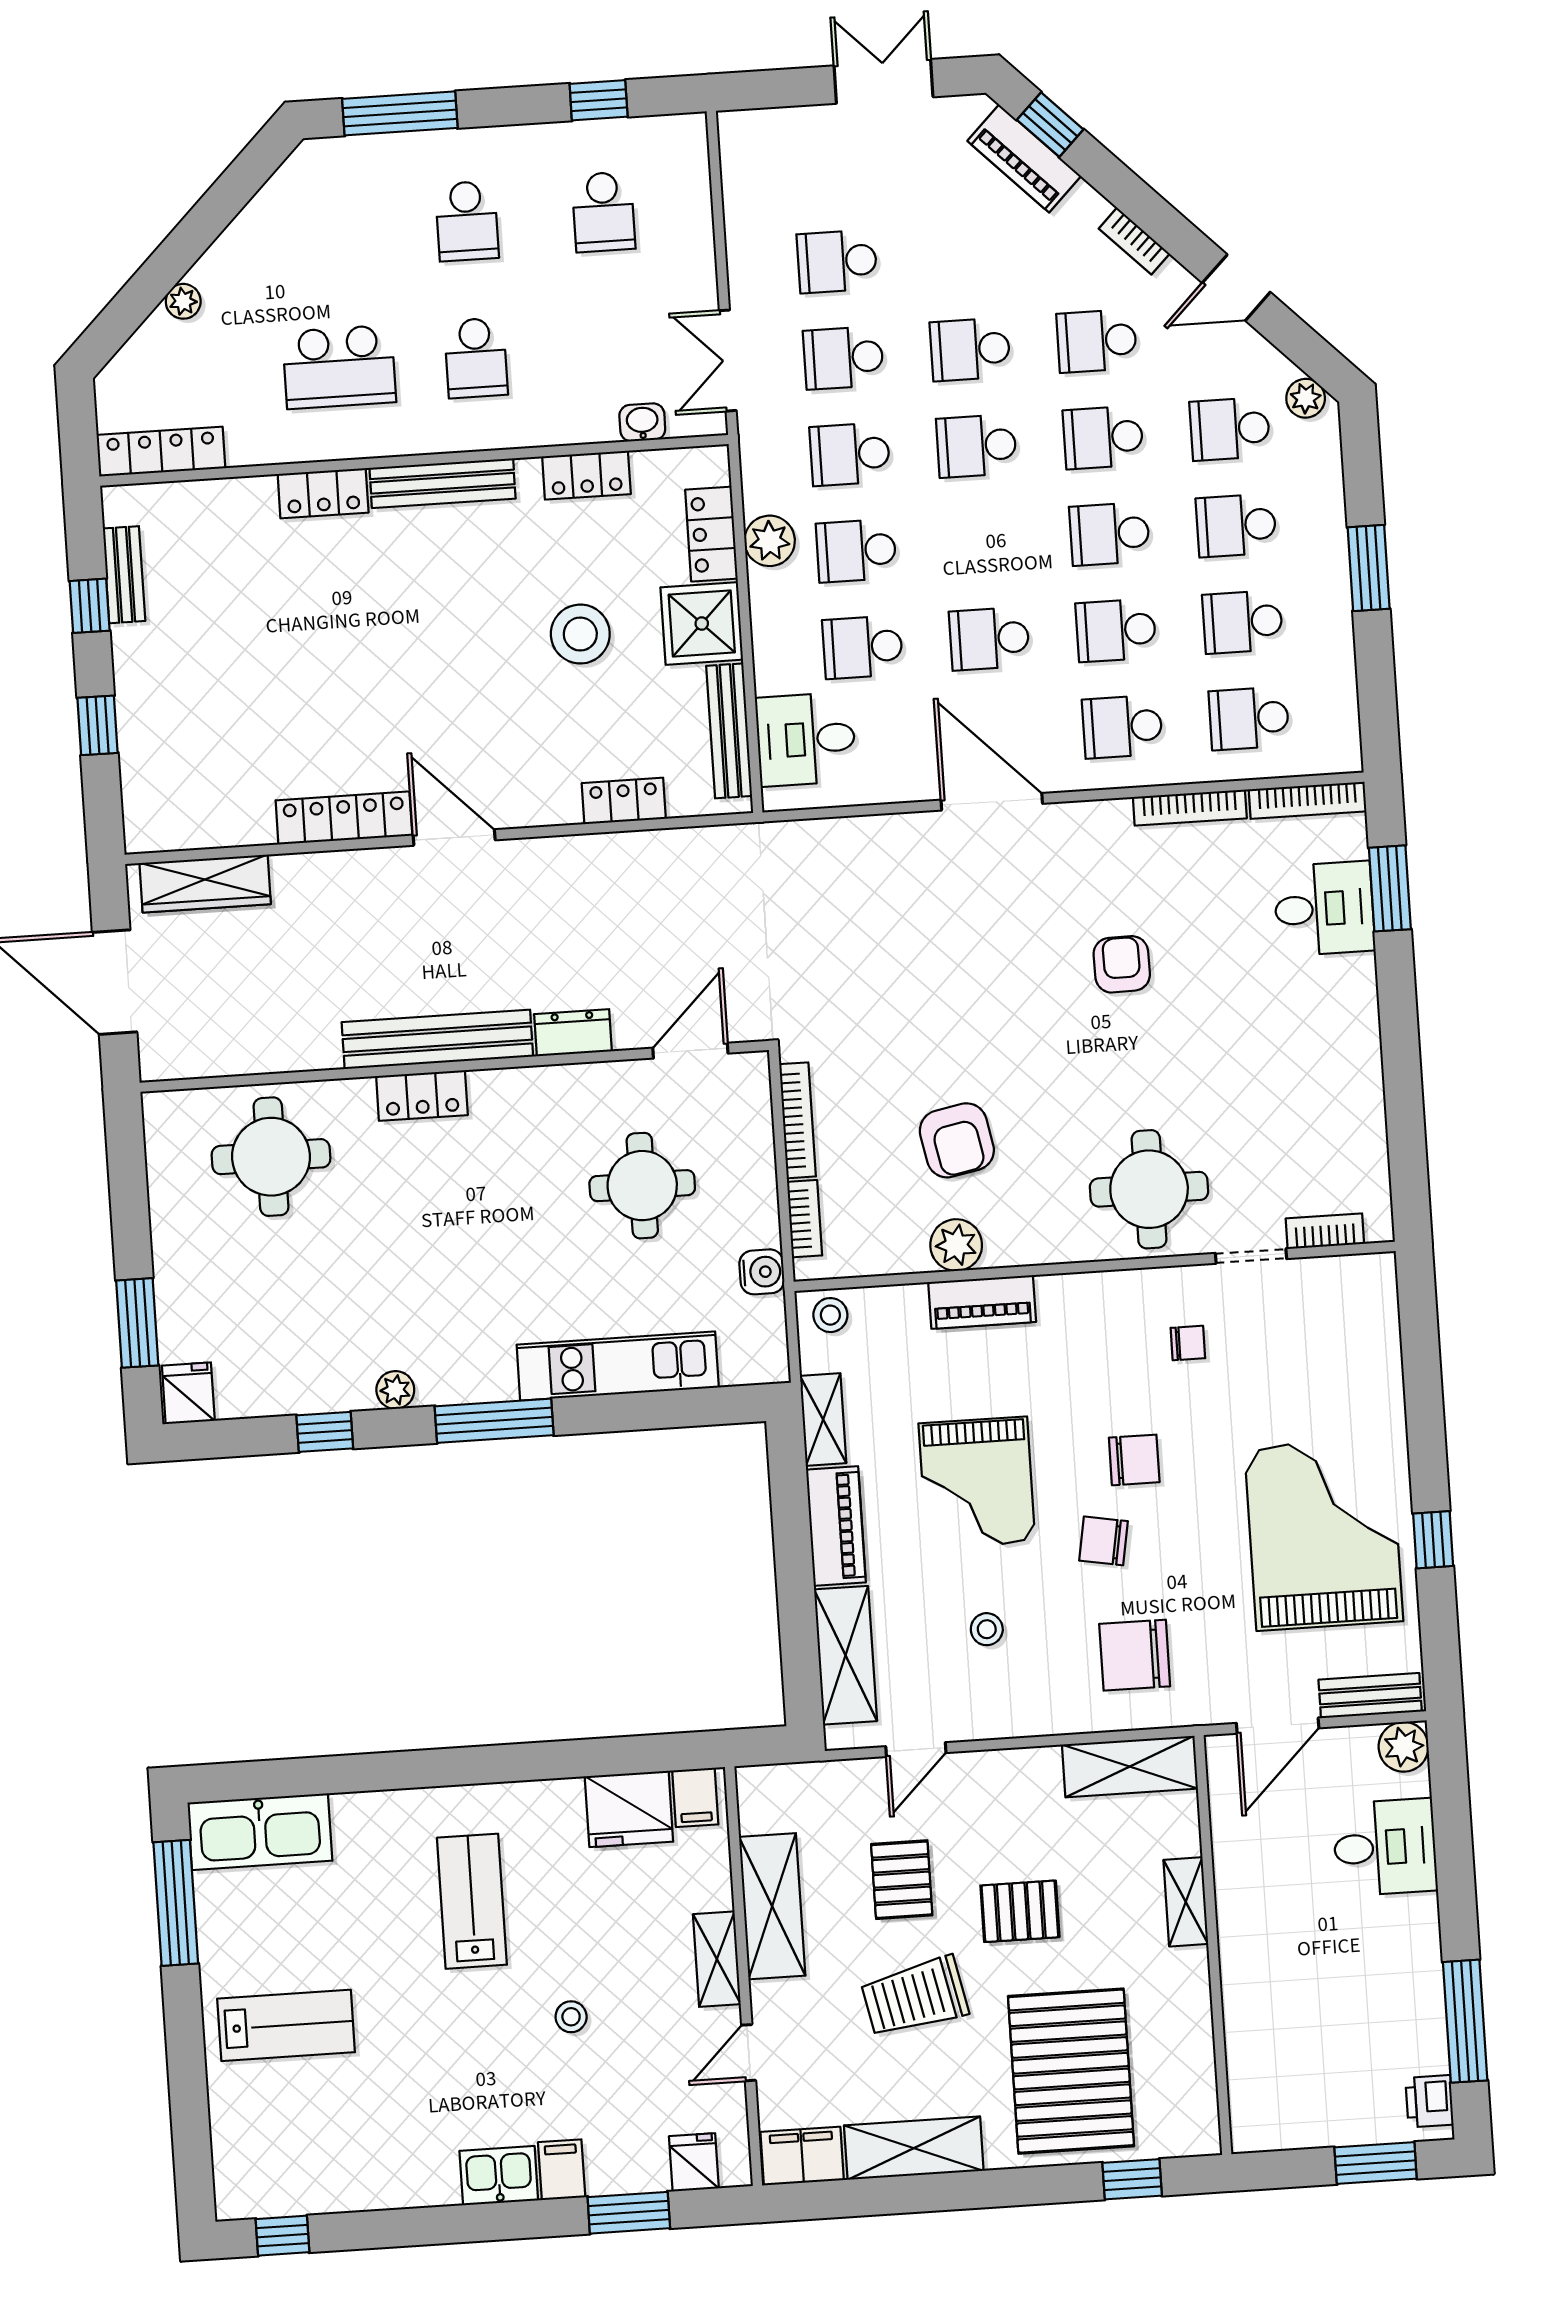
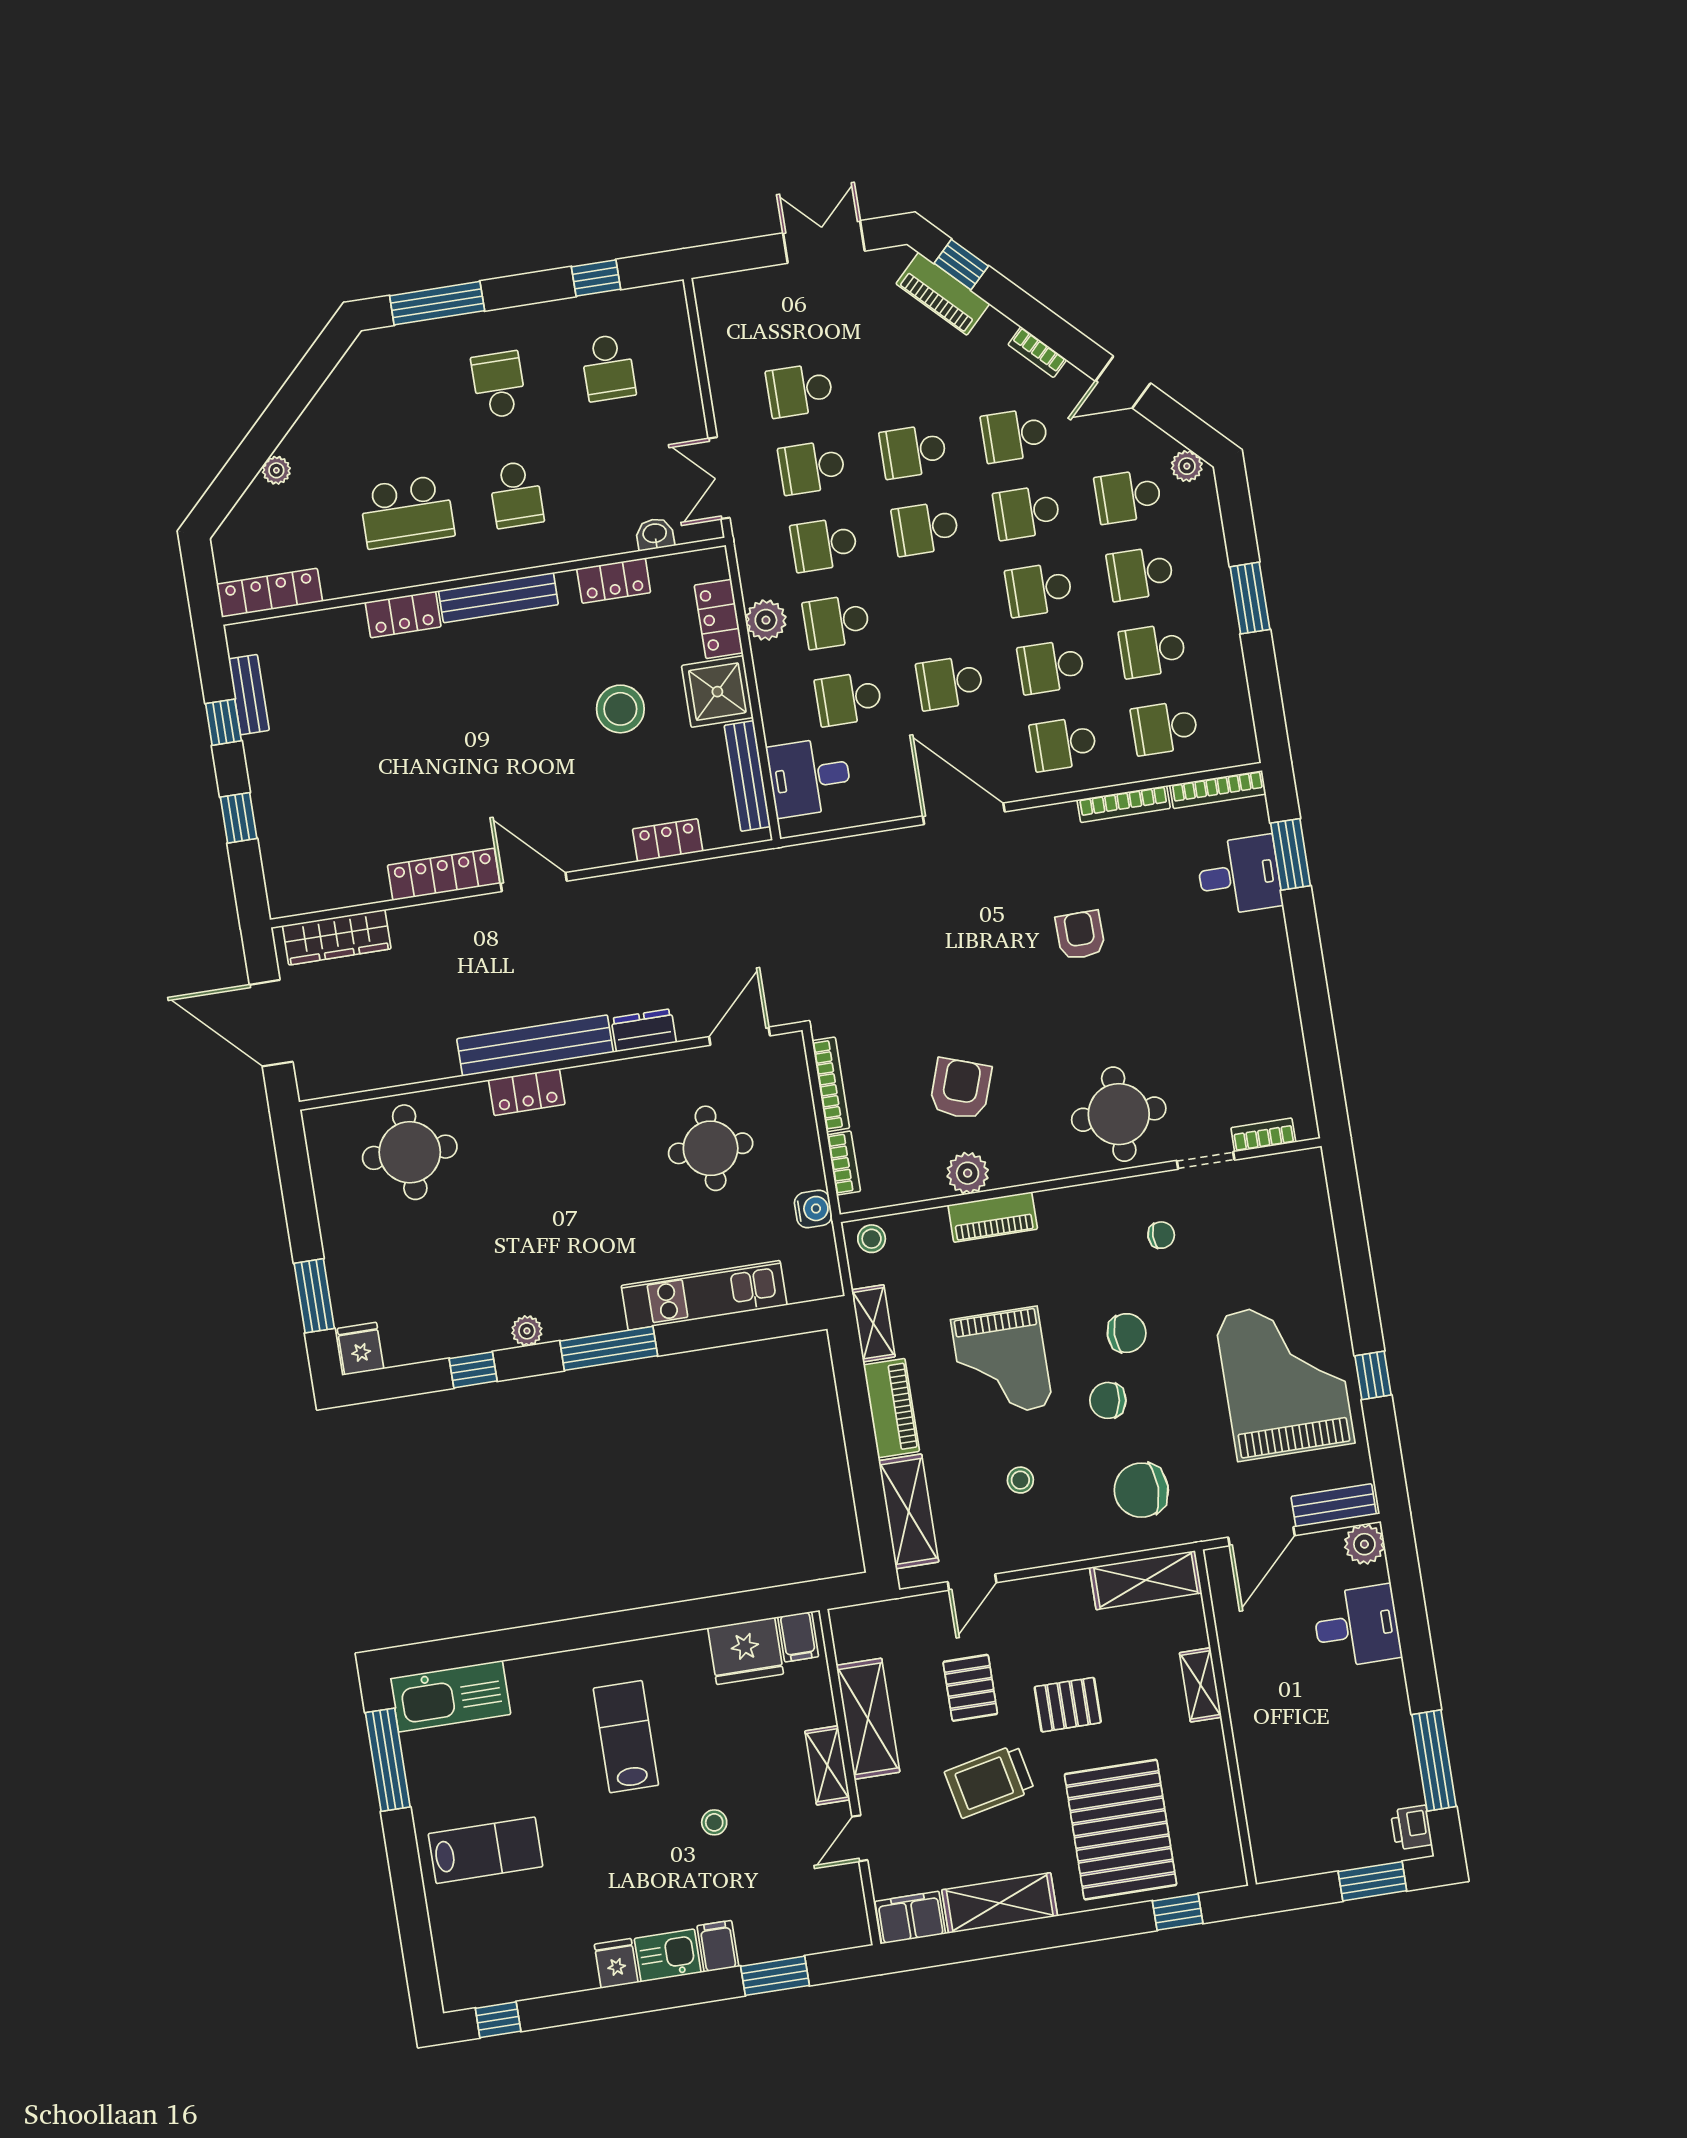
school desk: (467, 221) -> (499, 385), turned 180
armchair: (957, 1140) -> (960, 1089), turned -150
fridge: (694, 2162) -> (616, 1963), moved

